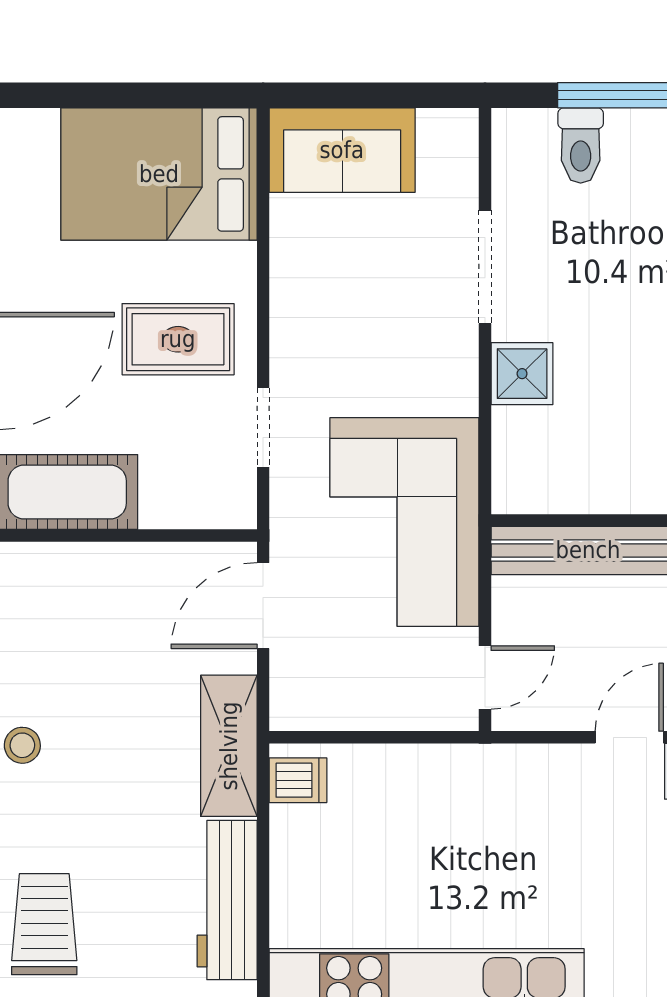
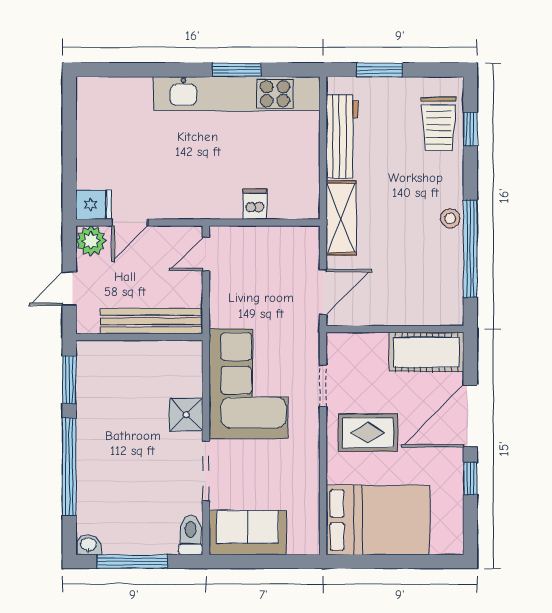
toilet: (581, 145) -> (191, 535), moved
sofa: (342, 150) -> (248, 533), moved
corner sofa: (404, 522) -> (248, 384), moved
dishwasher: (298, 780) -> (255, 204), moved, turned 90

